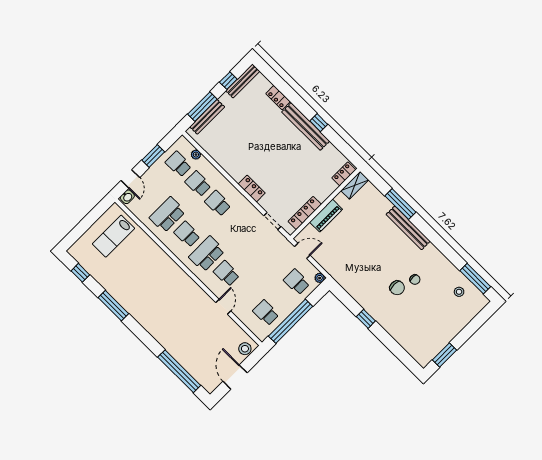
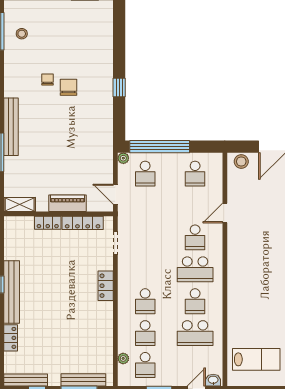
locker: (344, 174) -> (48, 223), moved
window: (291, 321) -> (160, 147), moved

